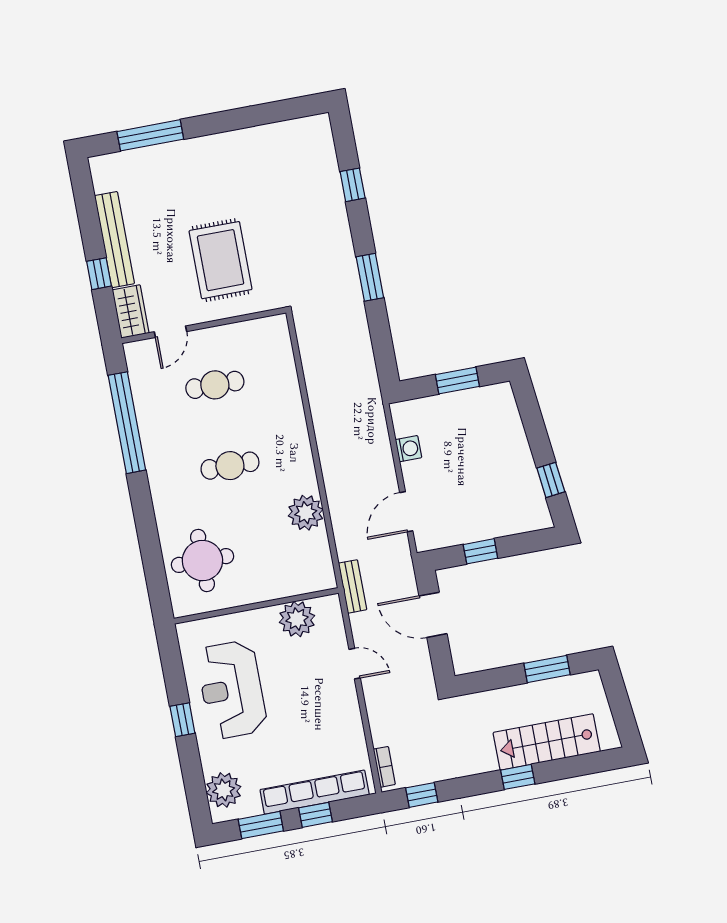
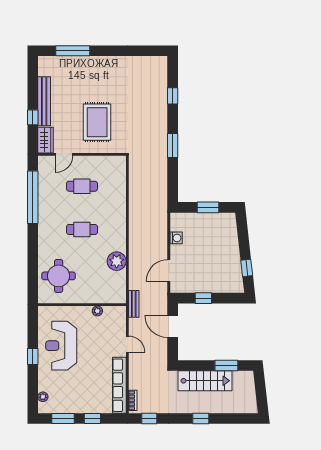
plant: (297, 619) -> (97, 311), width x0.53, depth x0.53
stairs: (547, 742) -> (205, 381), moved, turned 180
plant: (224, 790) -> (43, 397), width x0.53, depth x0.53
row of seats: (315, 792) -> (119, 385), moved, turned -90

